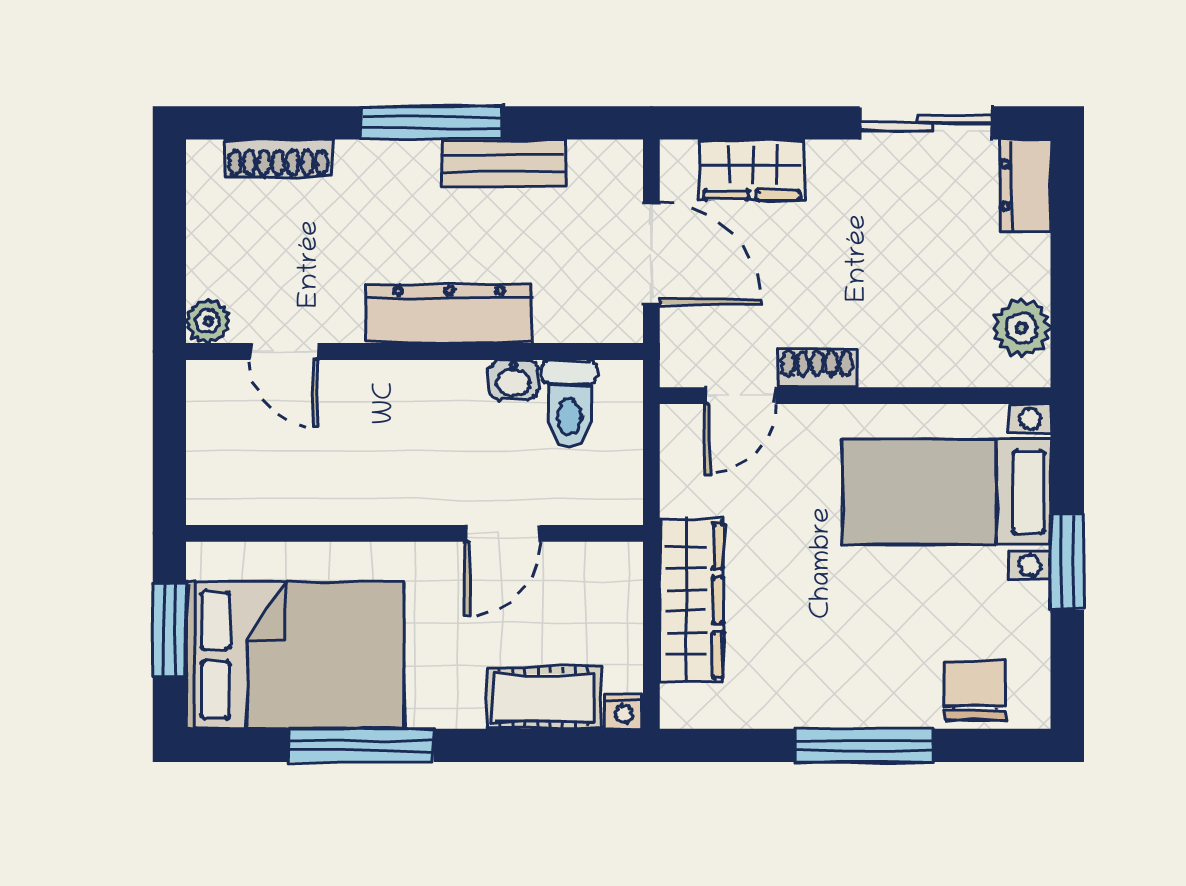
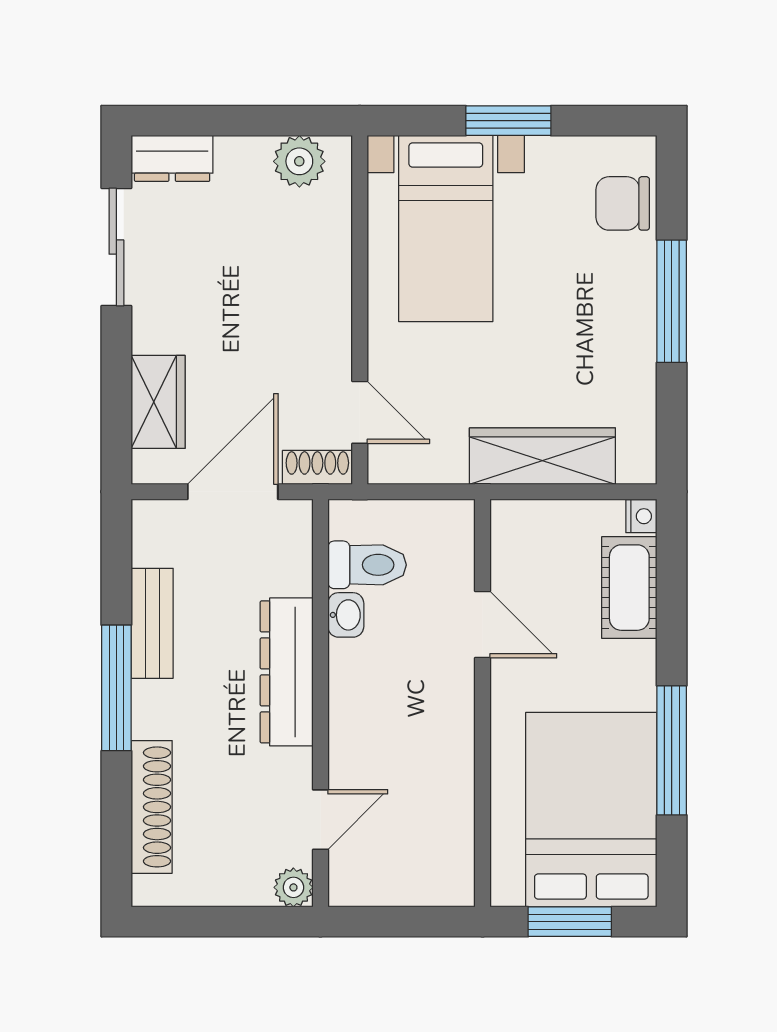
shoe rack: (278, 158) -> (152, 807), width x1.36, depth x1.24
shoe rack: (817, 368) -> (317, 467), moved, turned 90

